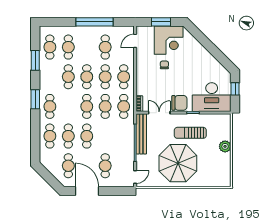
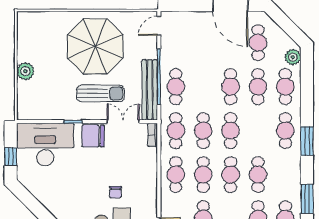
double door: (159, 113) -> (123, 122), swing flipped
sun lounger: (190, 133) -> (100, 94), moved
plant: (45, 156) -> (293, 57), added
cafe table: (105, 166) -> (176, 87), moved

